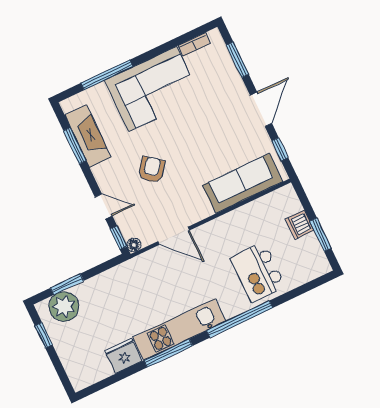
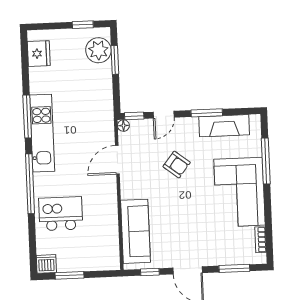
window: (75, 146) -> (207, 113), moved
dishwasher: (300, 225) -> (46, 264), moved
fridge: (124, 356) -> (39, 54), moved

